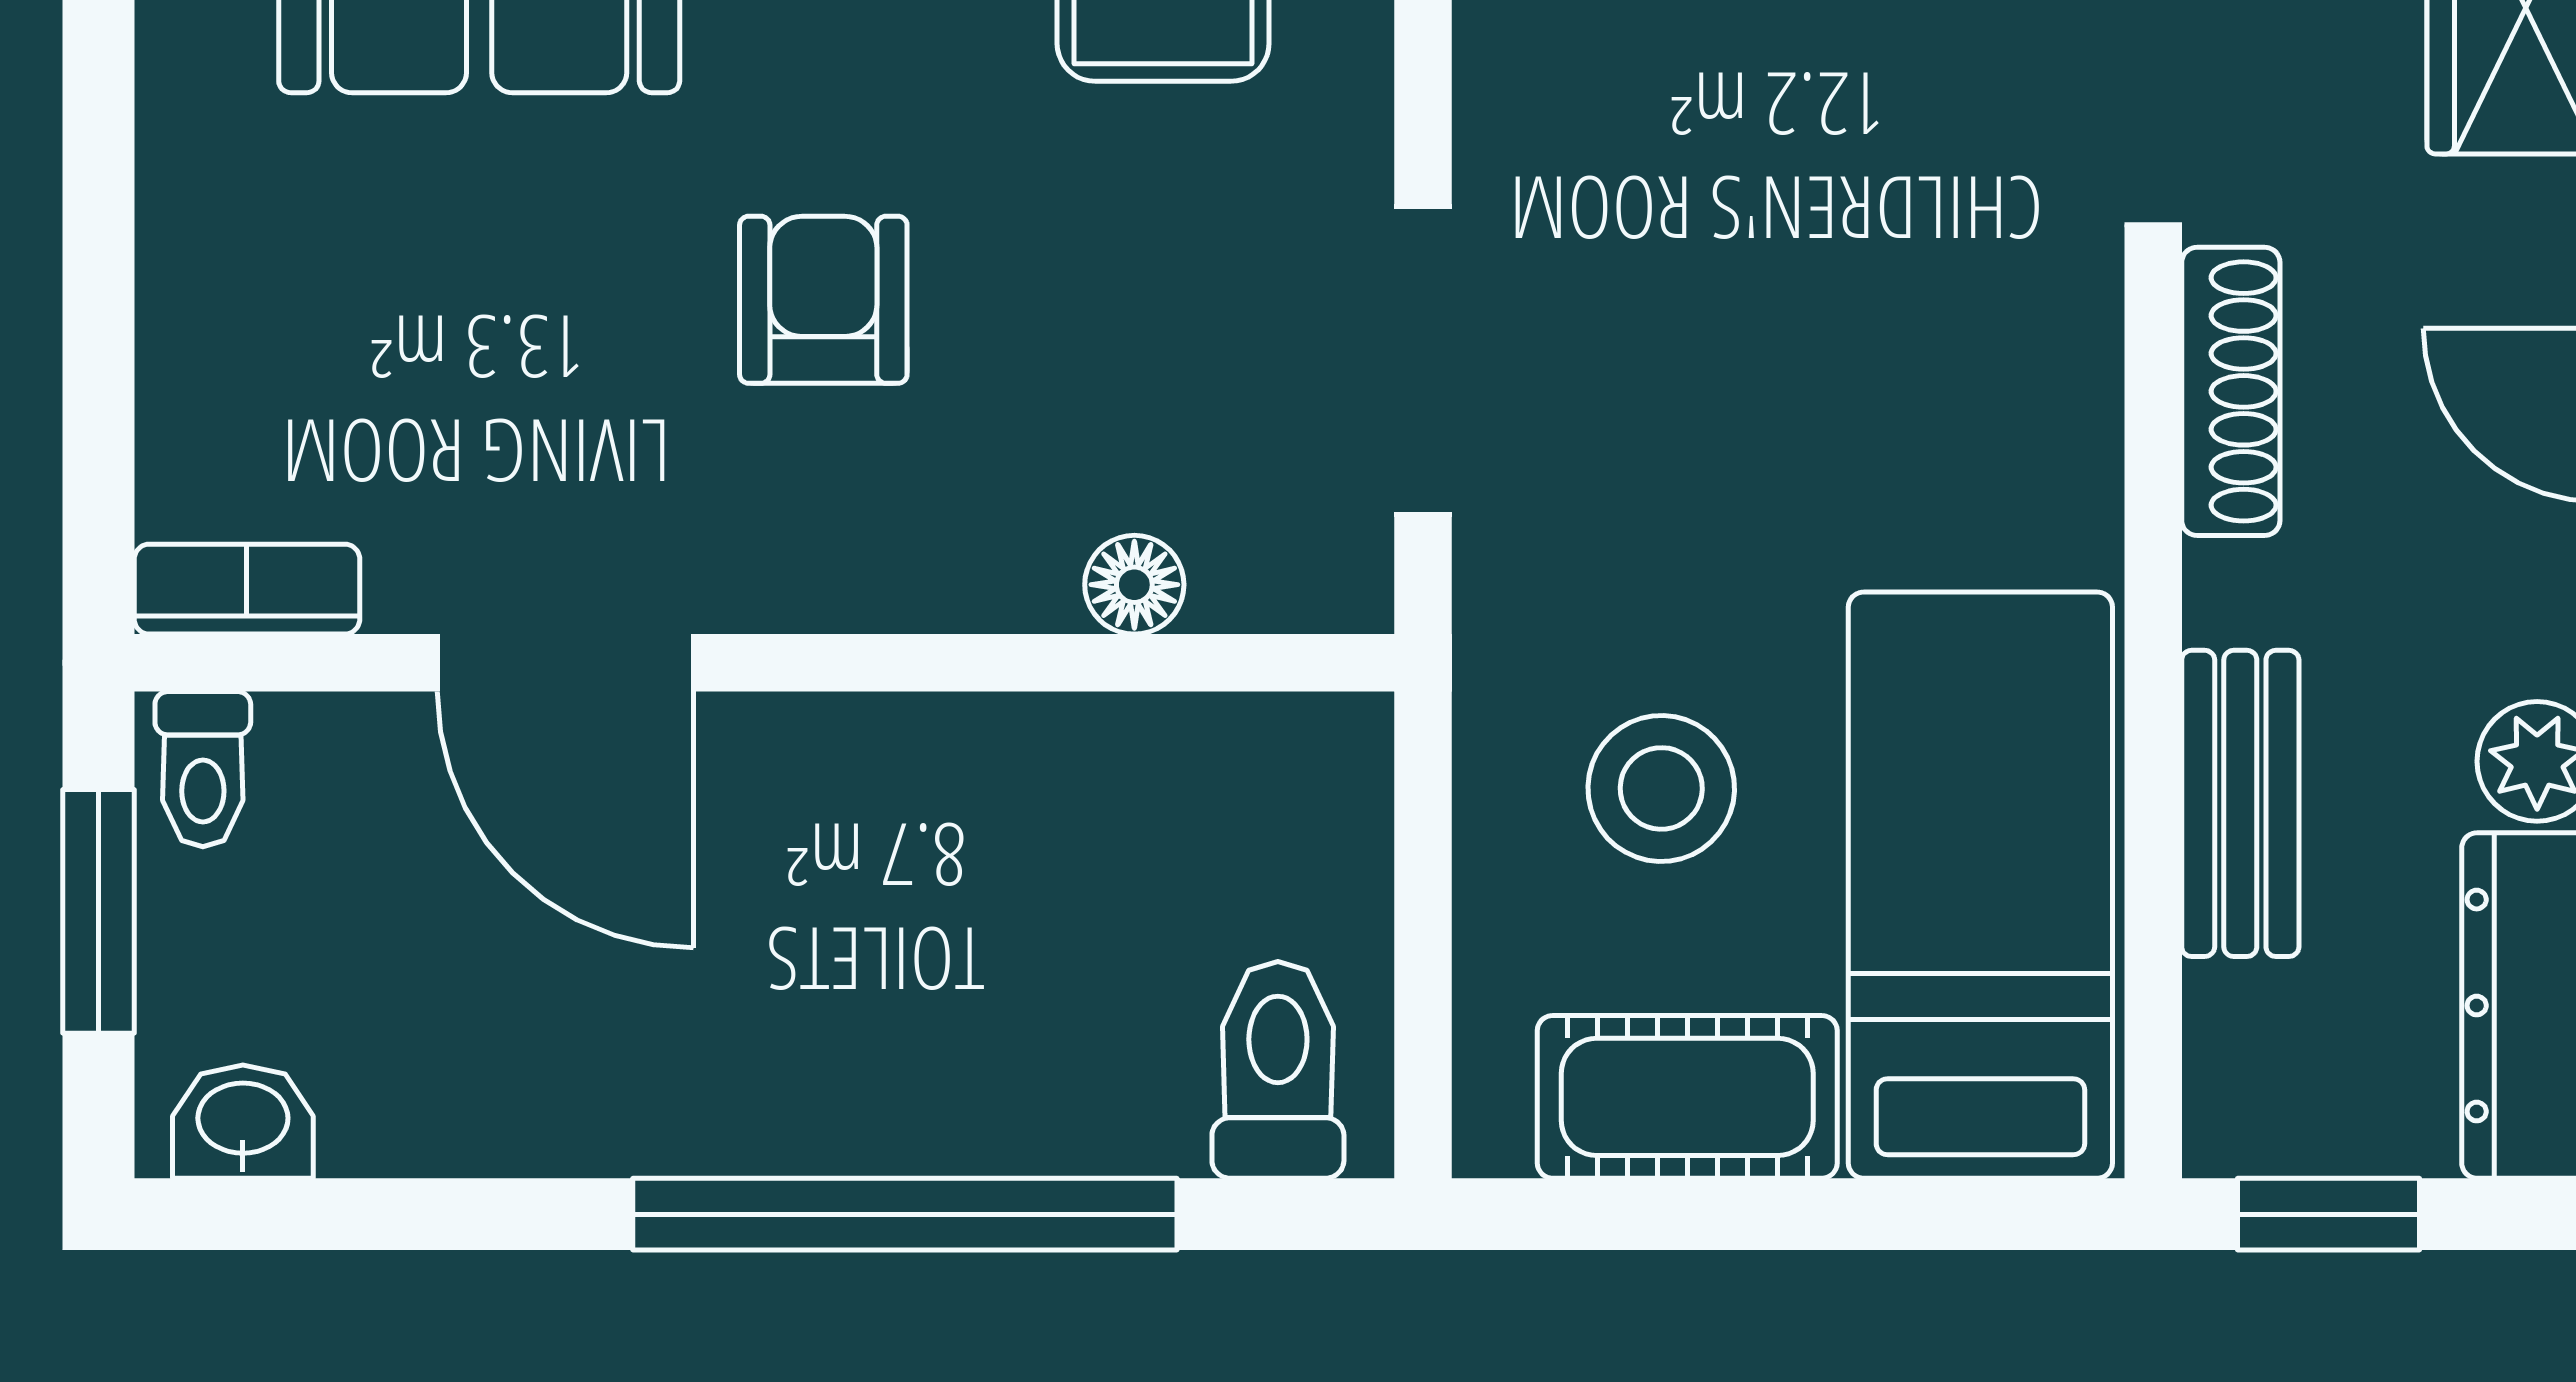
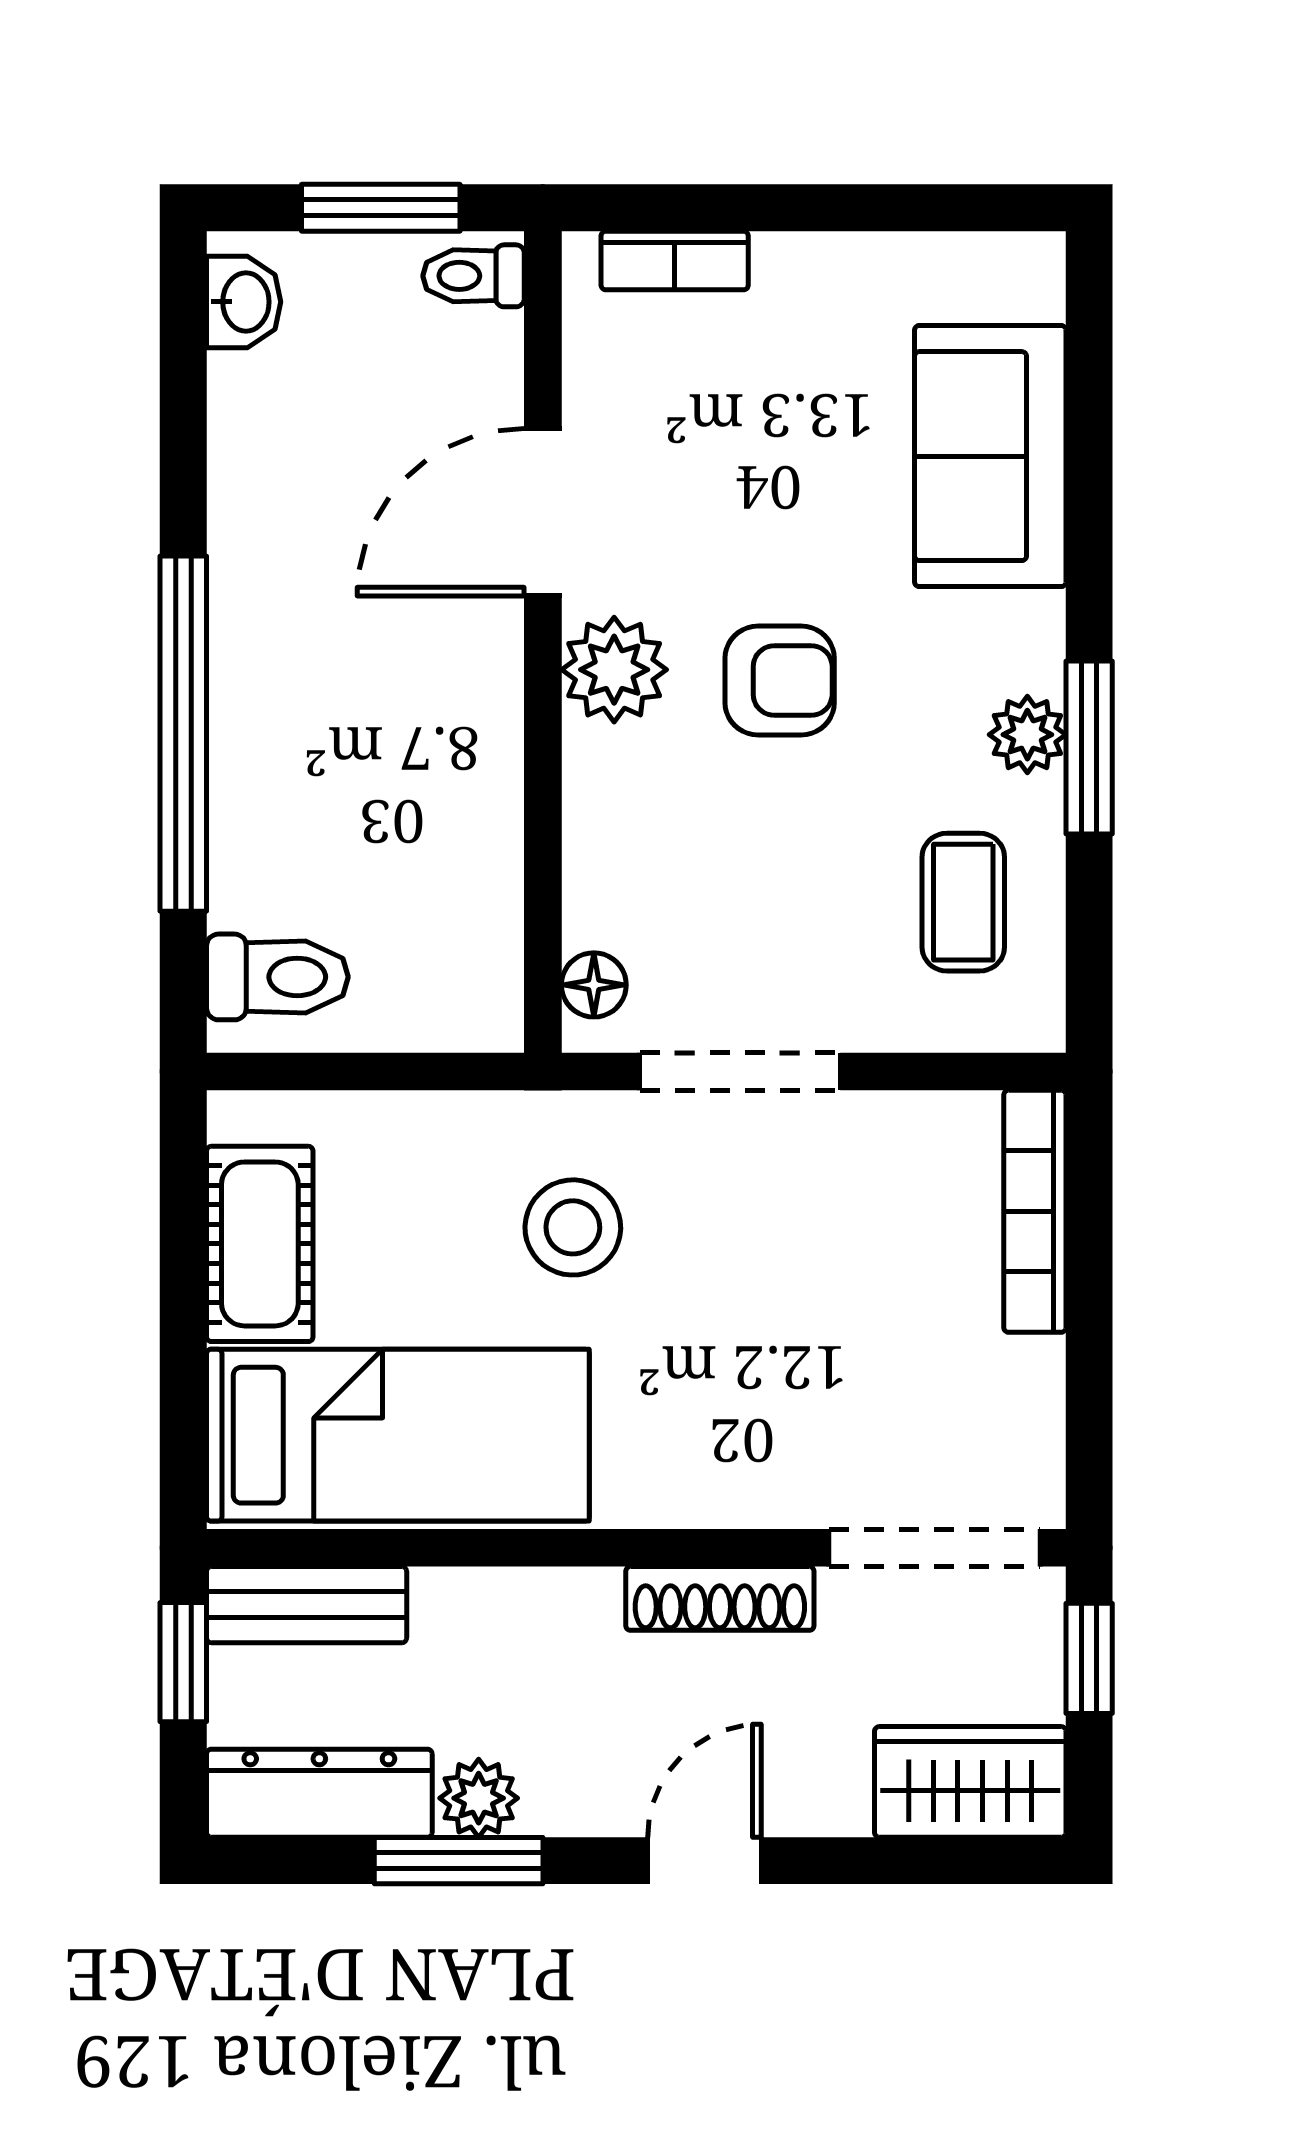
plant: (807, 554) -> (614, 670), added
floor lamp: (1134, 585) -> (594, 985), moved
bookcase: (247, 589) -> (675, 261), moved, turned 90
stool: (1661, 788) -> (573, 1227), moved
bench: (2240, 803) -> (307, 1605), moved

